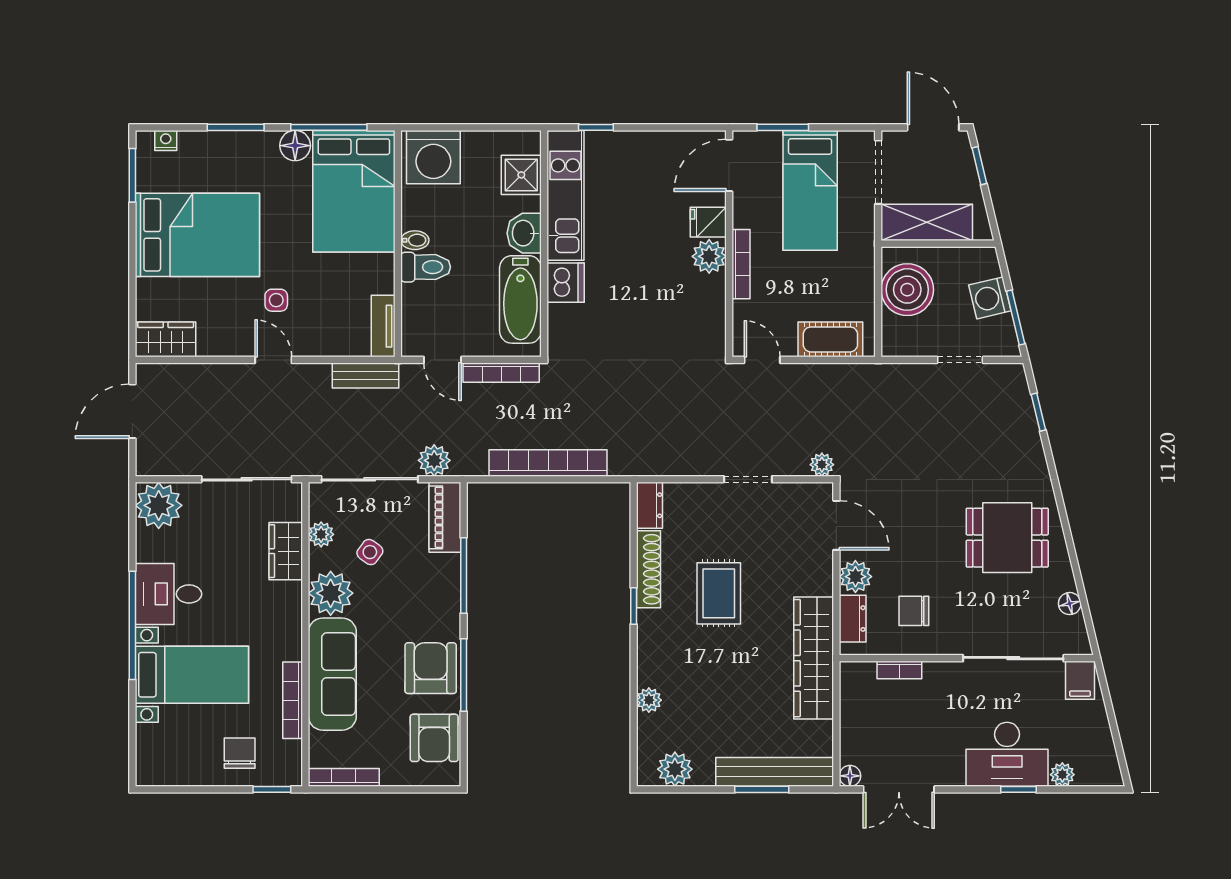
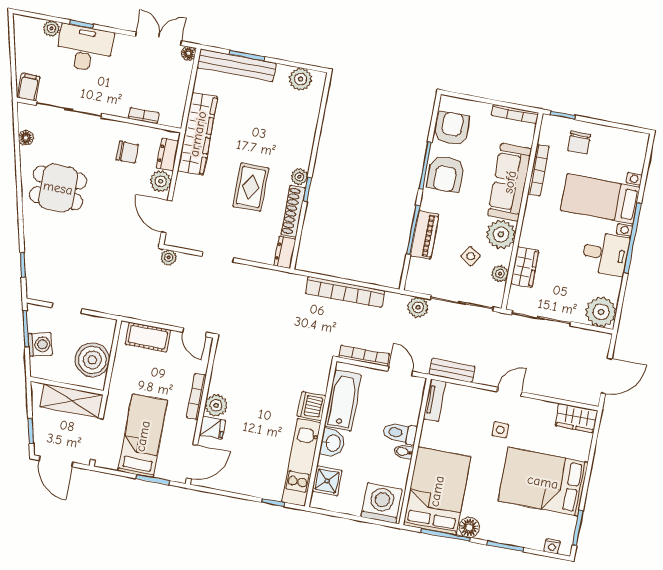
door: (273, 360) -> (509, 392), swing flipped
piano: (445, 517) -> (425, 235), moved
plant: (649, 700) -> (299, 177), moved

